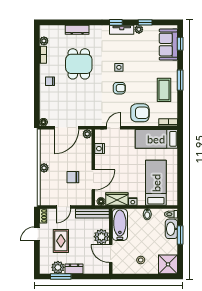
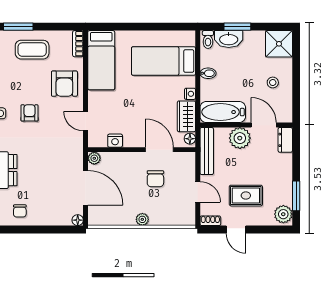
armchair: (140, 113) -> (64, 84), turned 180
door: (111, 254) -> (264, 125), swing flipped
plant: (58, 267) -> (283, 214), moved
dresser: (74, 269) -> (285, 140), moved

